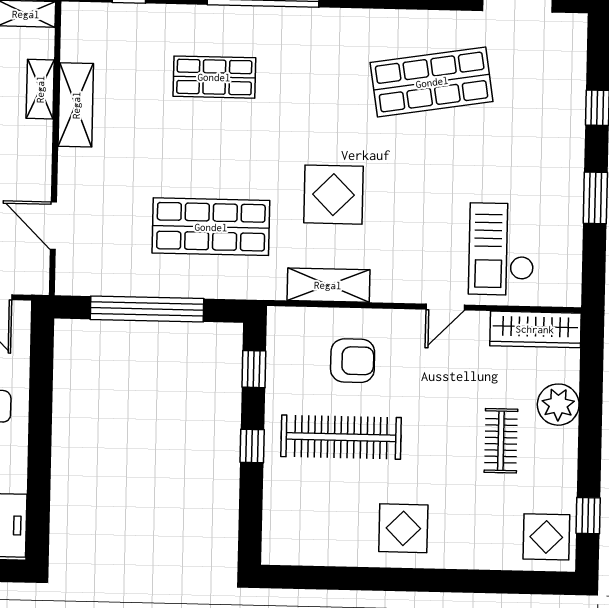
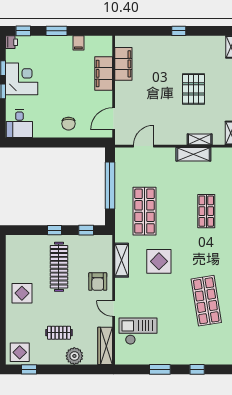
armchair: (353, 361) -> (98, 282), moved

